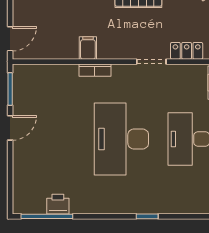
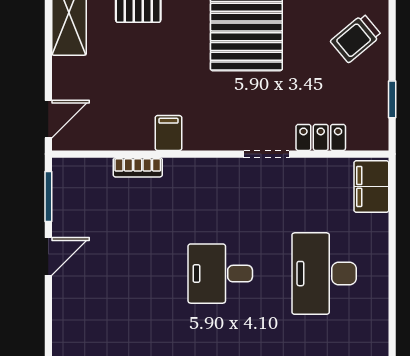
bookcase: (95, 70) -> (138, 167), moved
desk: (121, 139) -> (220, 274), width x0.53, depth x0.77

